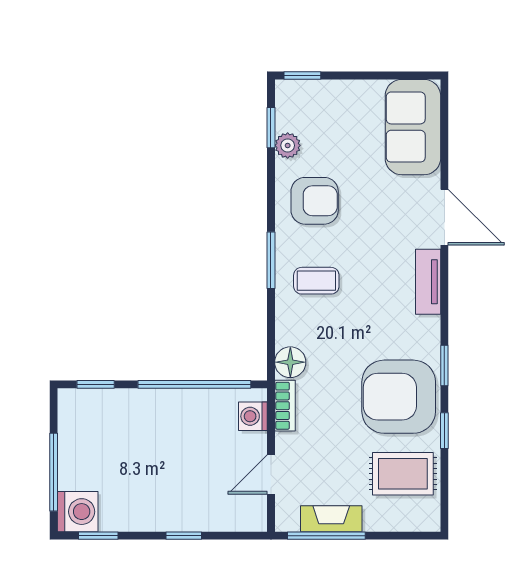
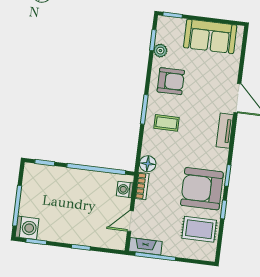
sofa: (413, 127) -> (210, 36), moved, turned -90
fireplace: (331, 519) -> (145, 246), moved

